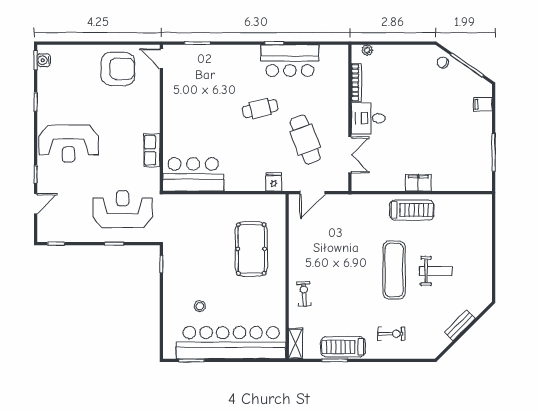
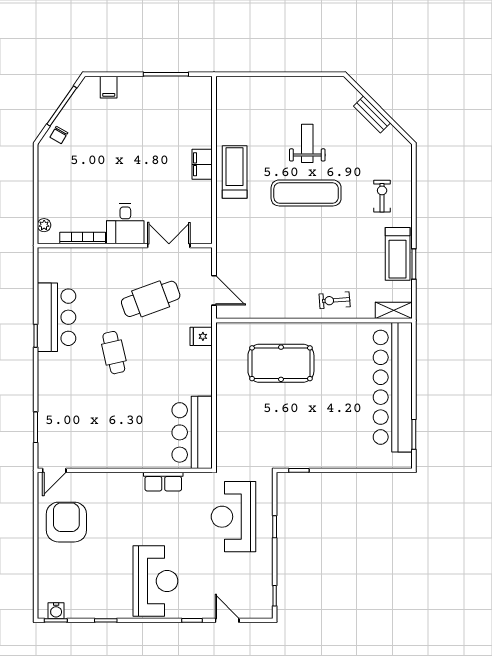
stool: (200, 306) -> (349, 424), removed

